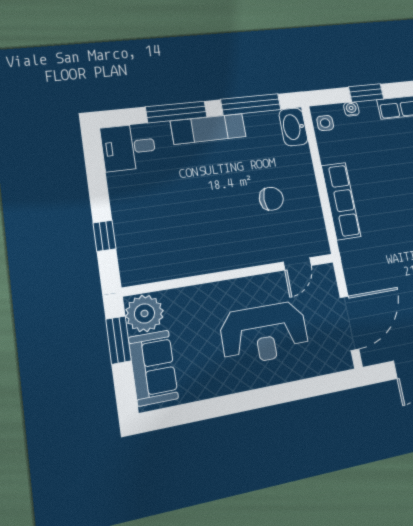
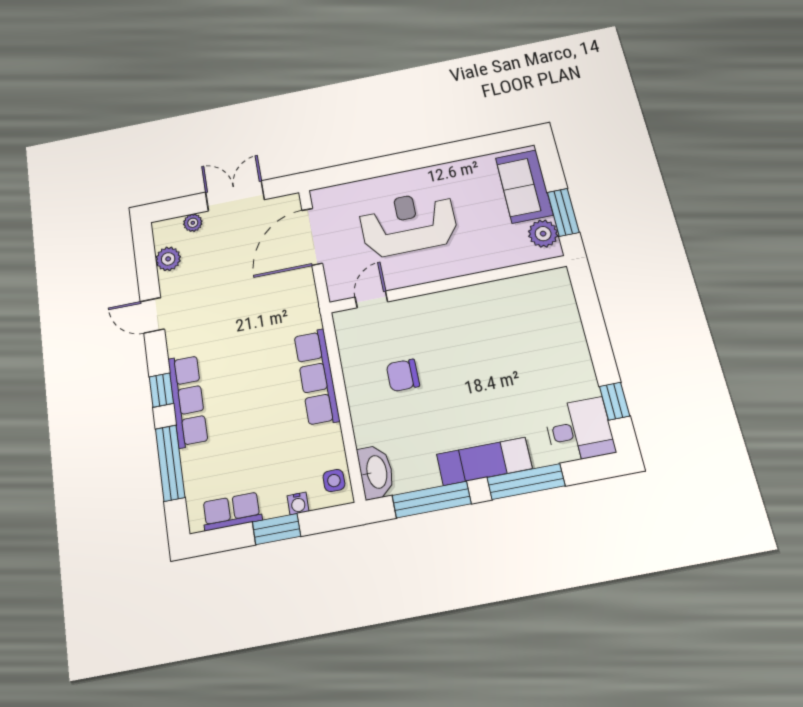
window: (104, 236) -> (615, 401), moved
plant: (144, 313) -> (543, 234), width x0.73, depth x0.73

